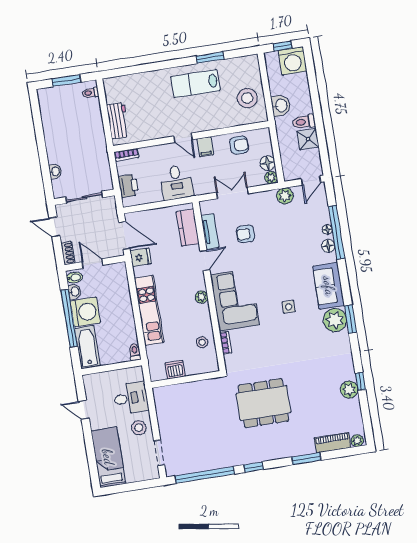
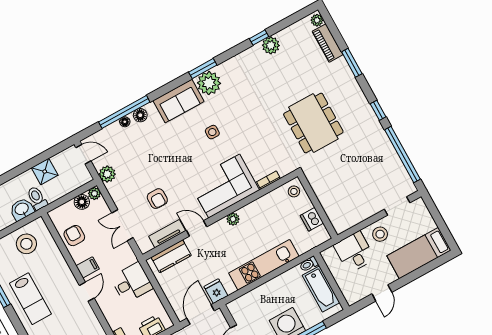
toilet: (304, 122) -> (37, 198), moved, turned 180
stool: (202, 342) -> (294, 191), moved
bathtub: (87, 347) -> (321, 289), moved, turned -90

